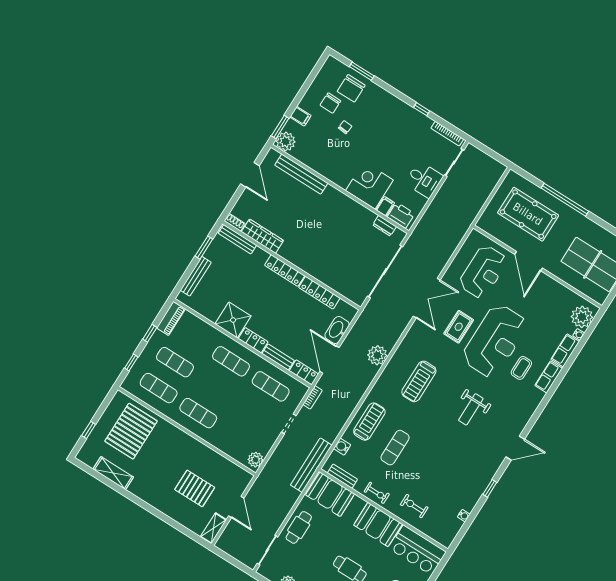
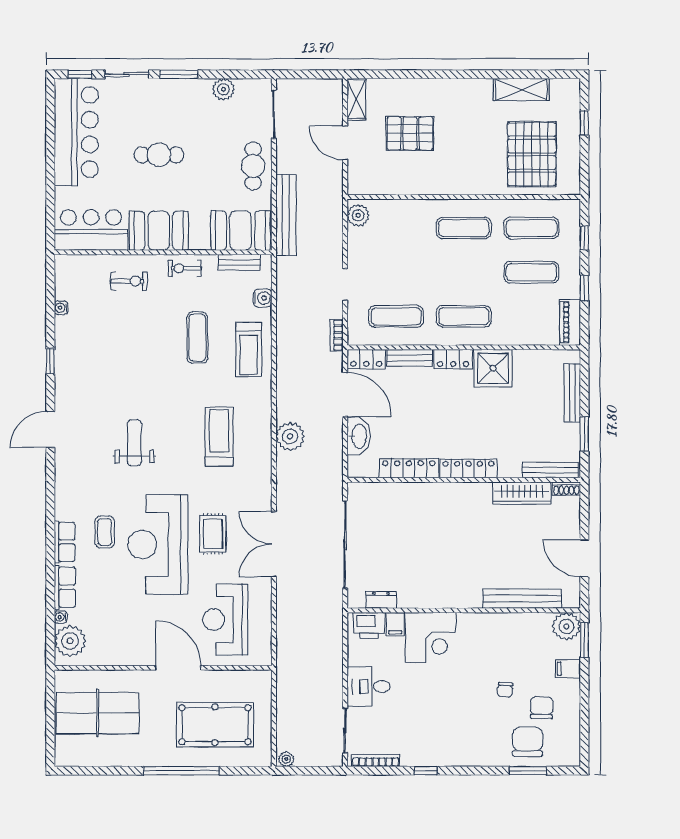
plant: (499, 168) -> (286, 759), added
bench: (311, 465) -> (286, 215), moved

